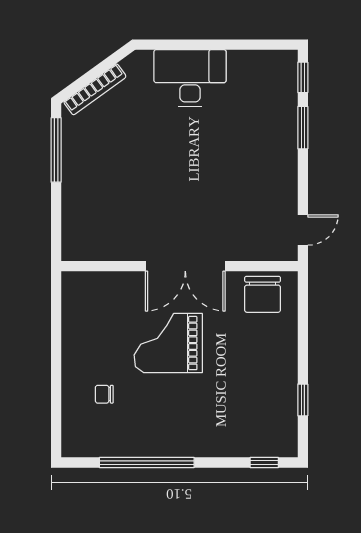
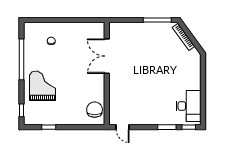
desk: (190, 78) -> (188, 106), moved
double door: (185, 266) -> (107, 56), moved
chair: (263, 294) -> (95, 110), turned 90
grand piano: (168, 343) -> (43, 86), moved

